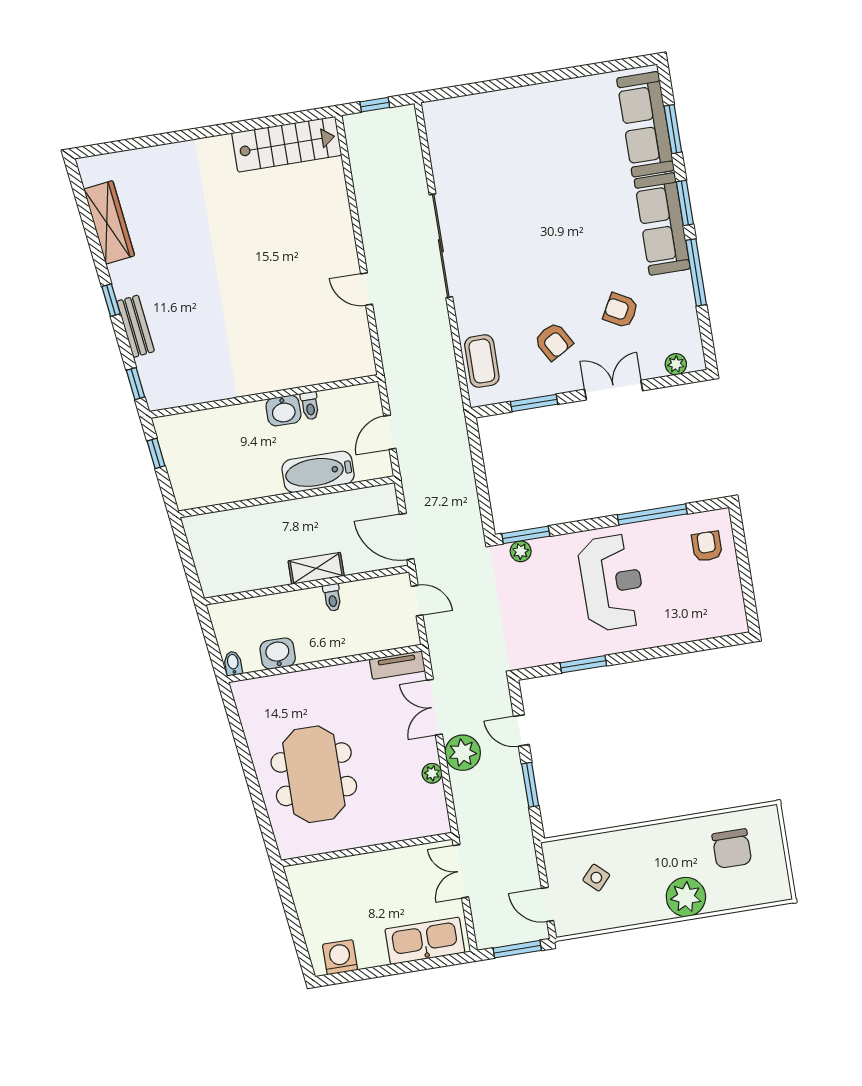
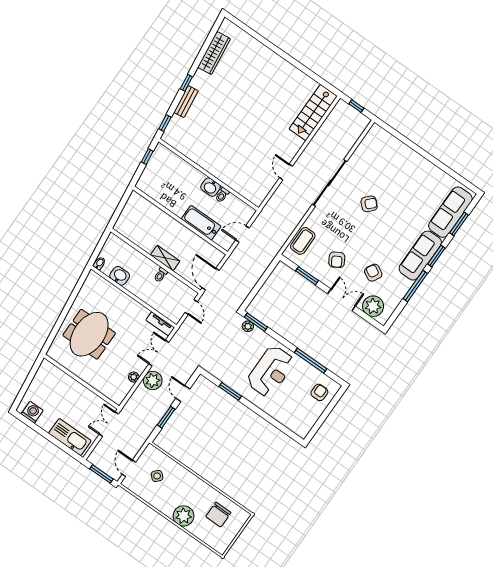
stairs: (287, 144) -> (313, 113), moved, turned 90
armchair: (523, 222) -> (369, 204), added
plant: (676, 364) -> (373, 306), width x1.88, depth x1.88

